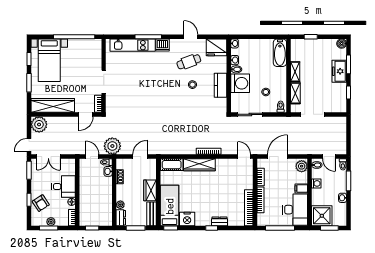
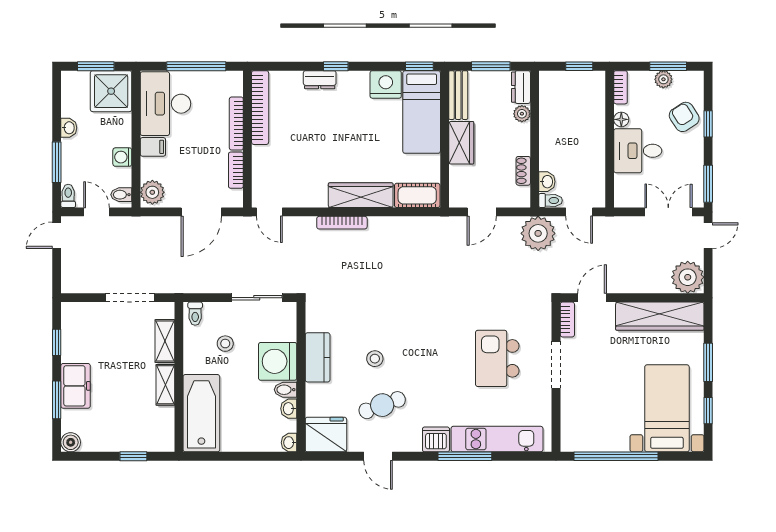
bathtub: (280, 53) -> (201, 413), width x1.36, depth x1.36
kitchen island: (132, 85) -> (497, 358), added
door: (348, 145) -> (57, 235), added

